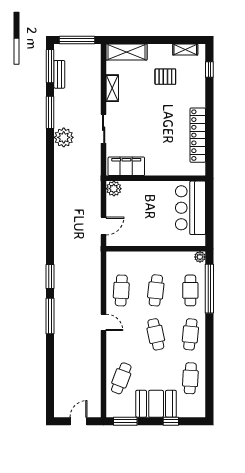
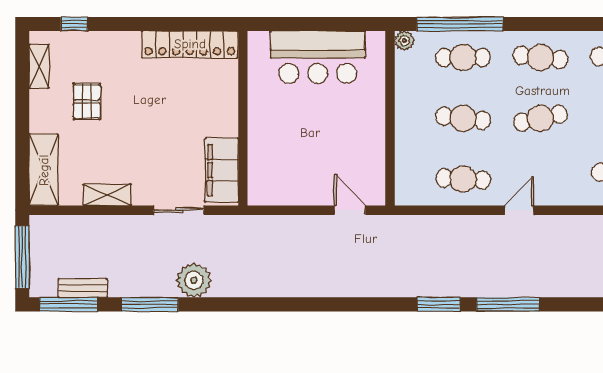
filing cabinet: (126, 166) -> (222, 170), moved
wall: (156, 178) -> (243, 118), moved
plant: (114, 189) -> (284, 192), removed

